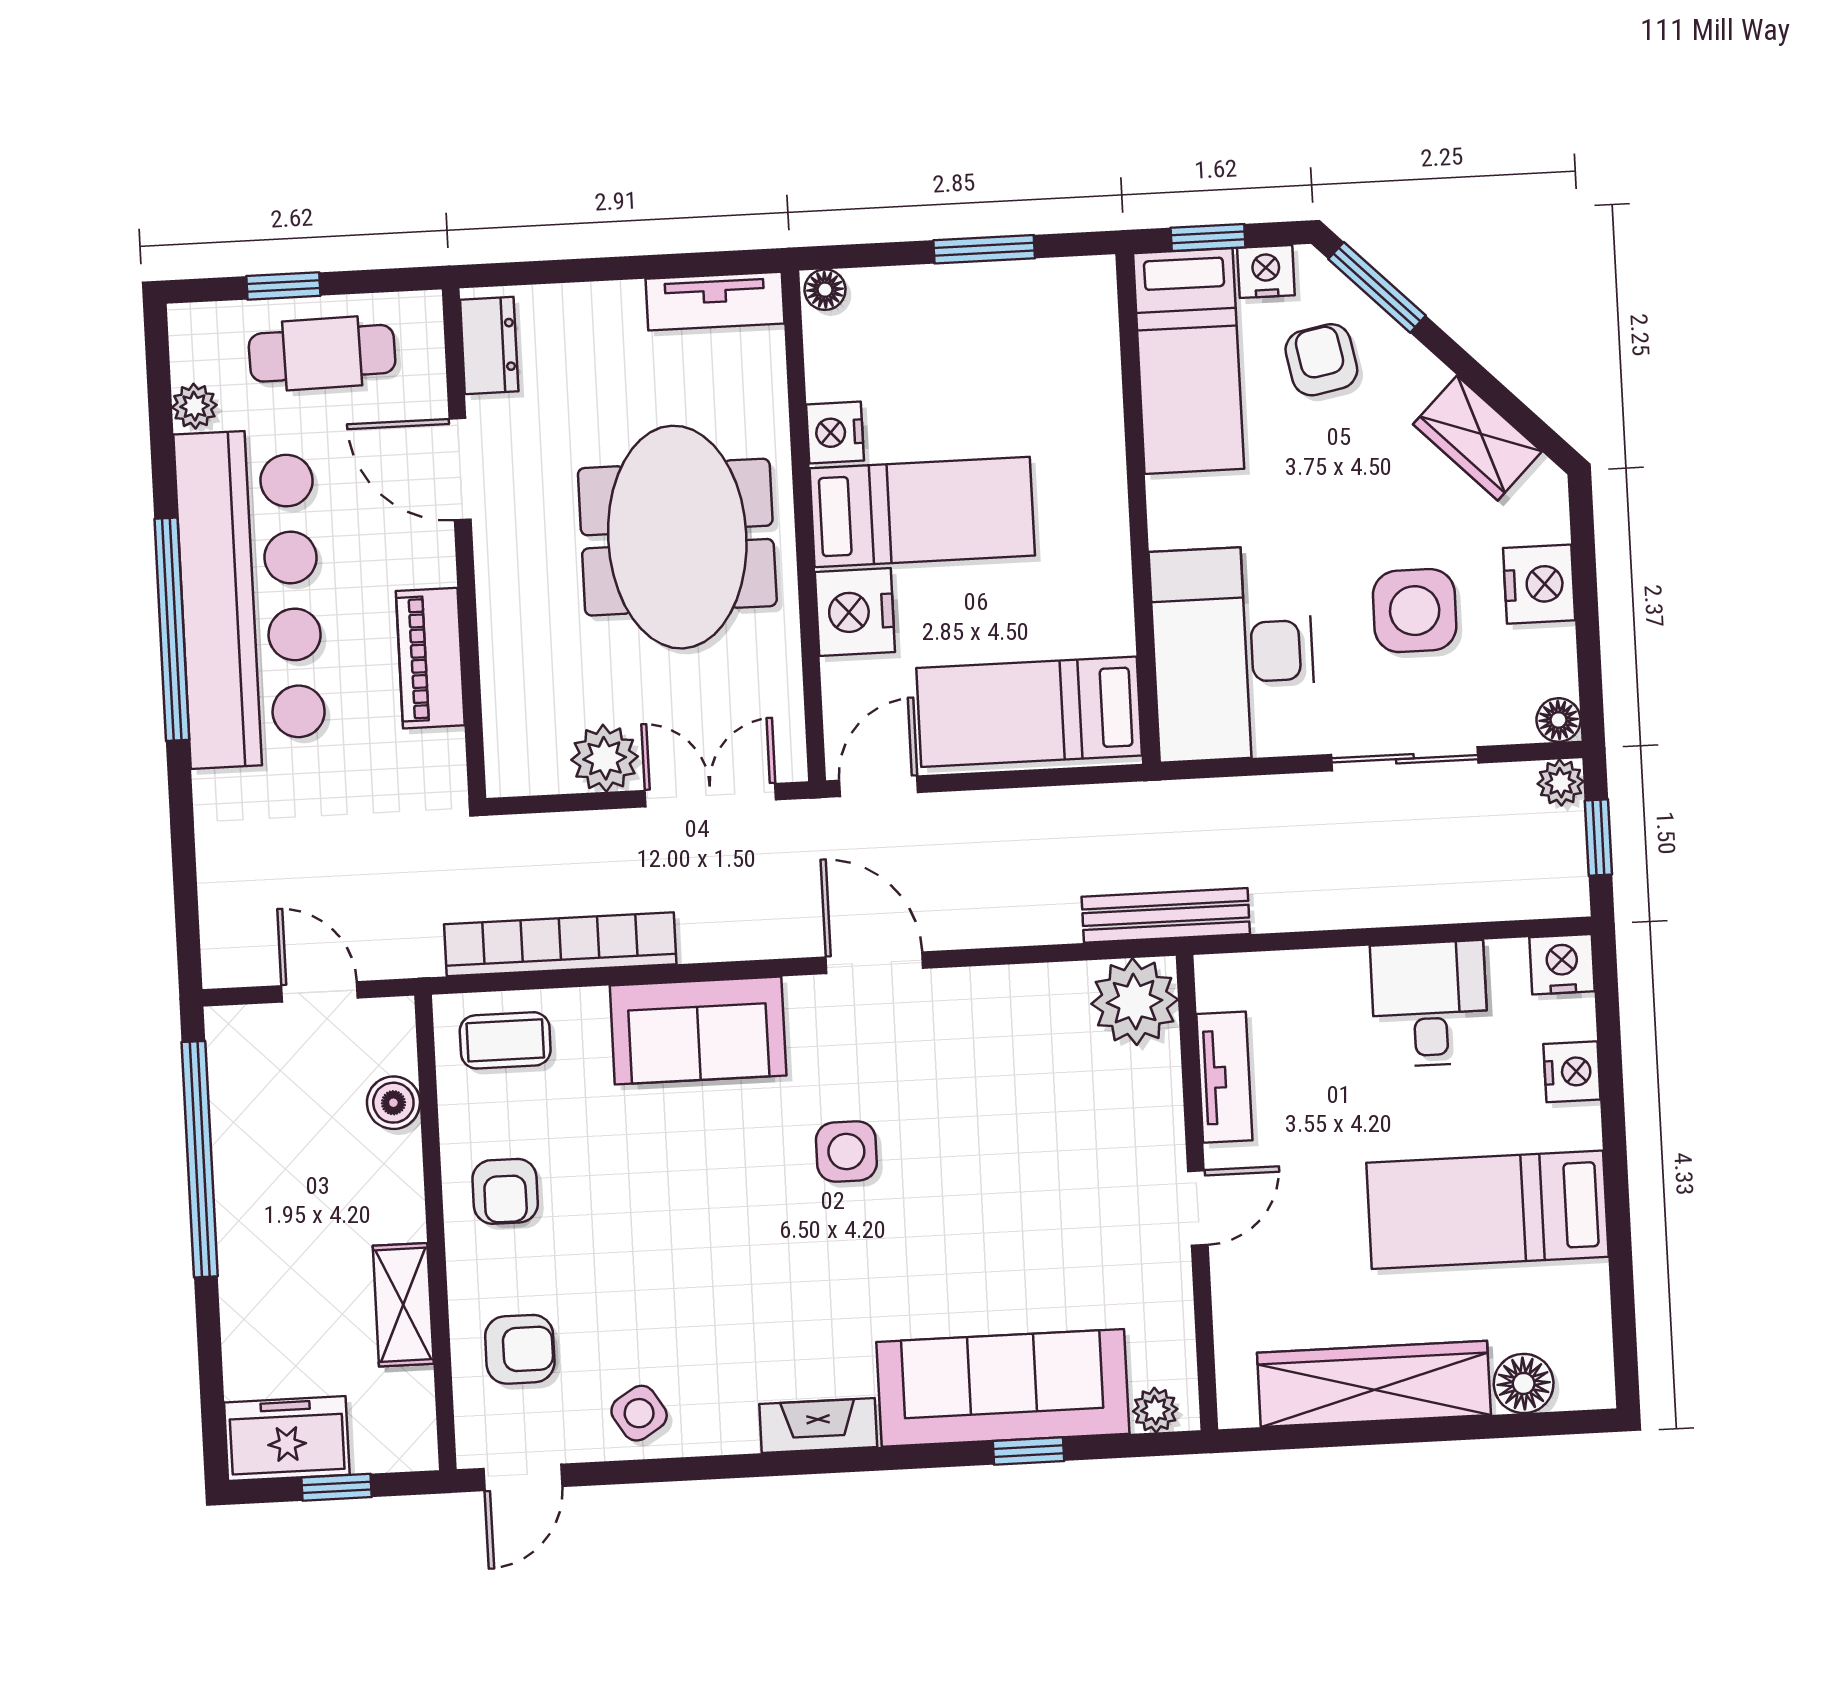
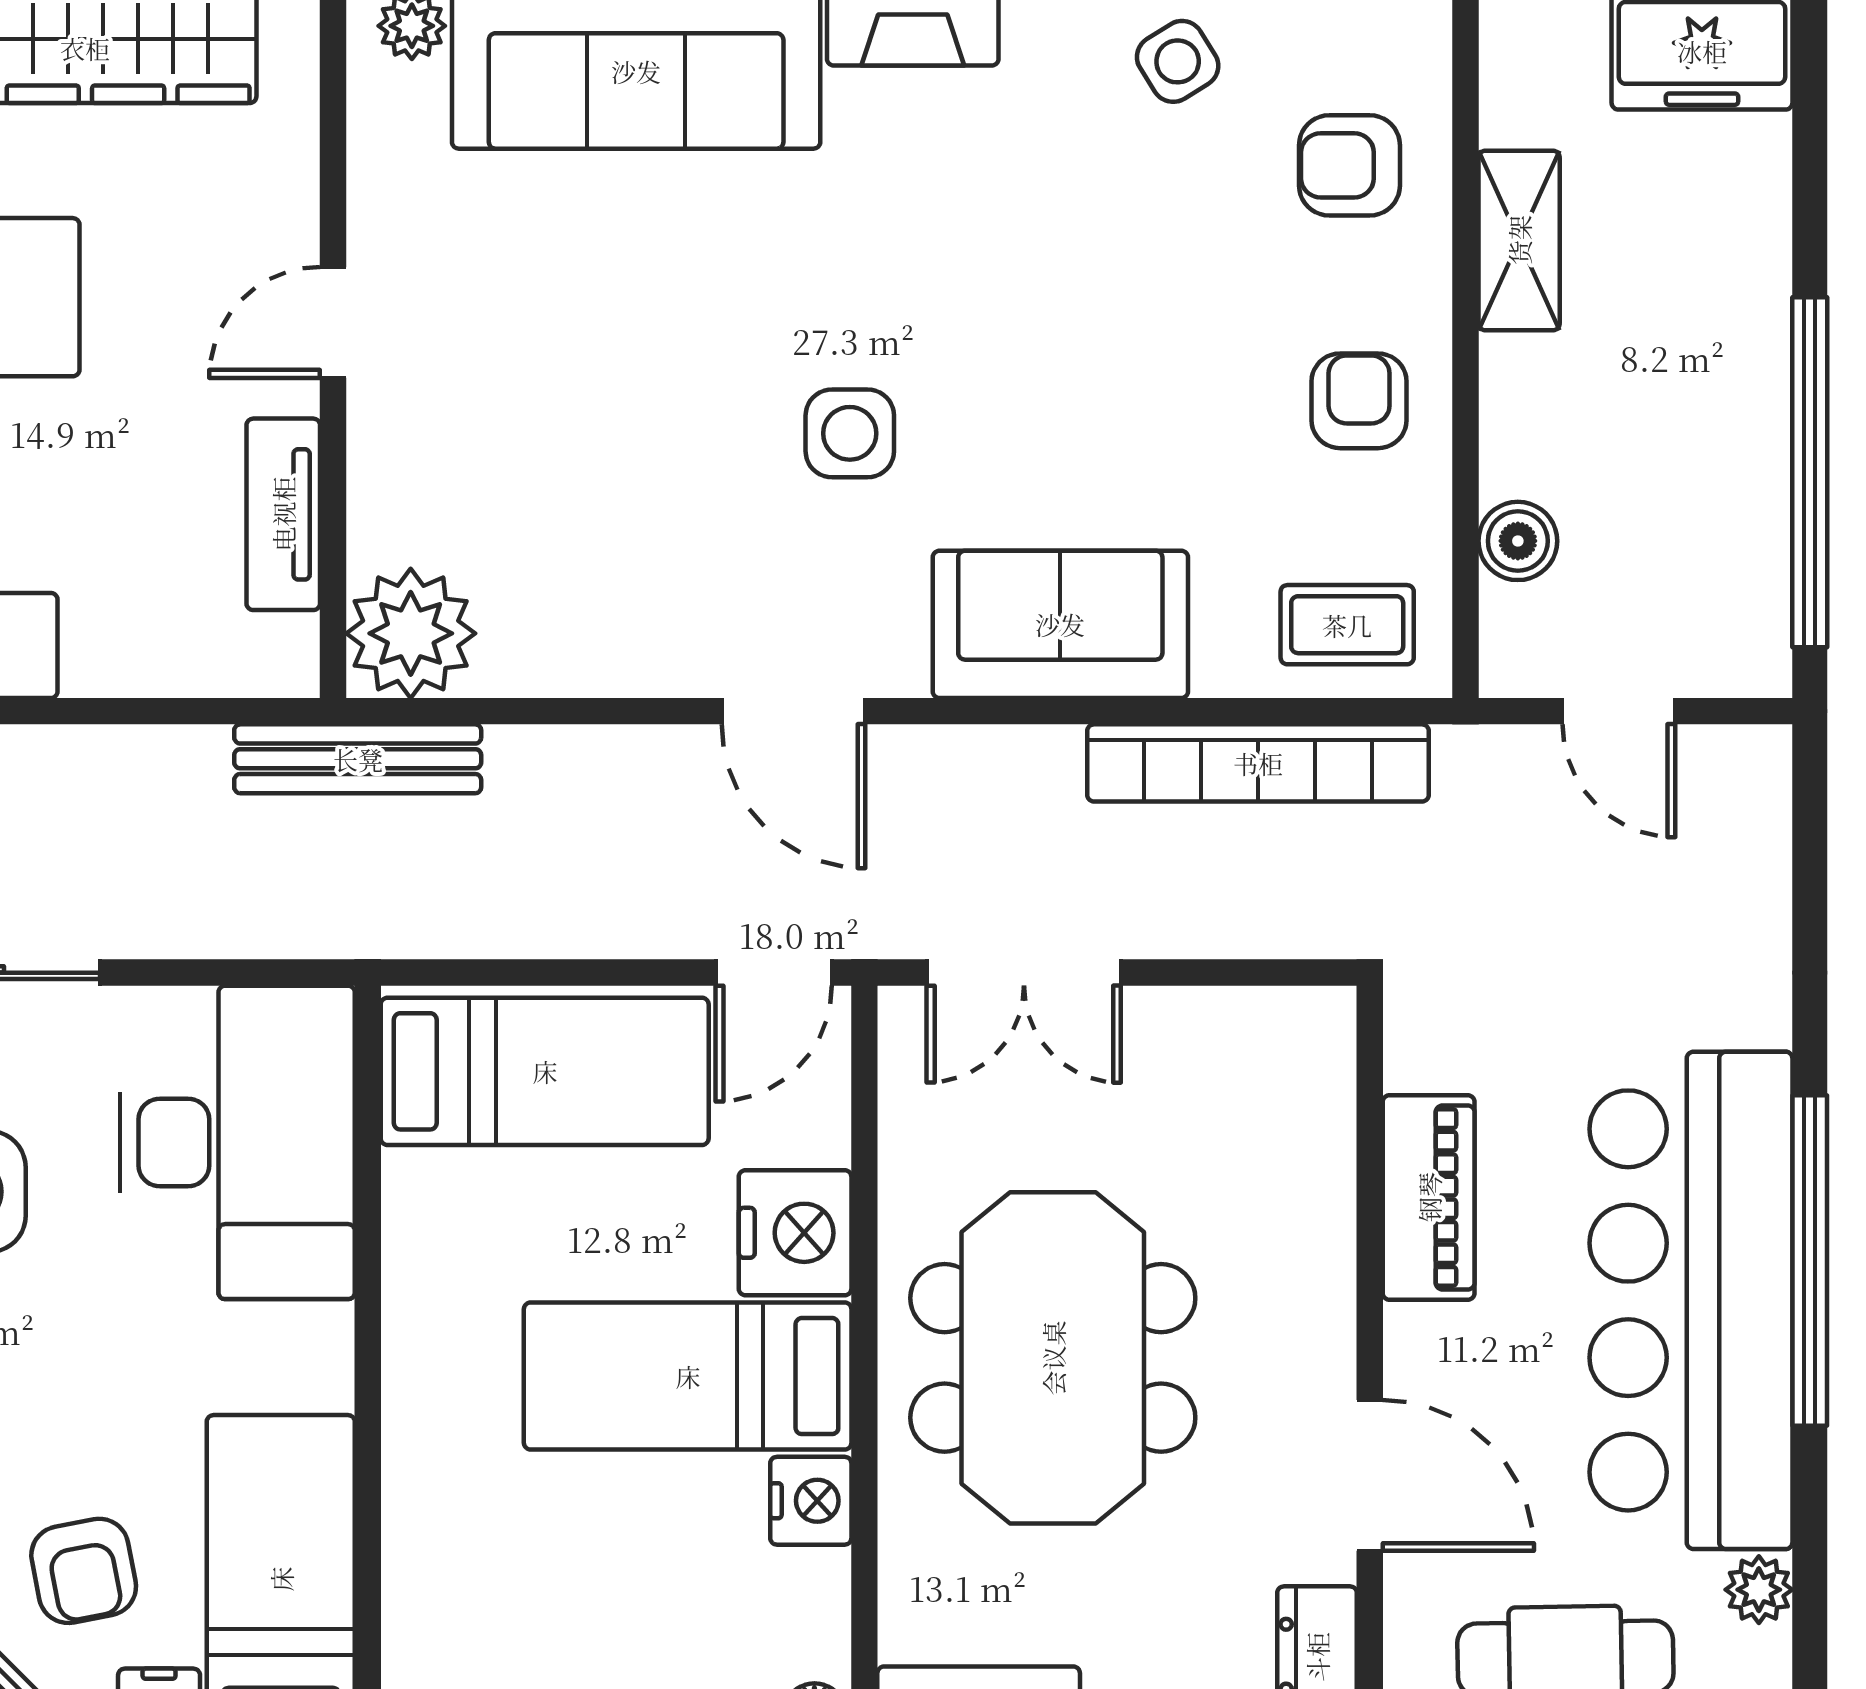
plant: (605, 758) -> (1178, 1035), removed

